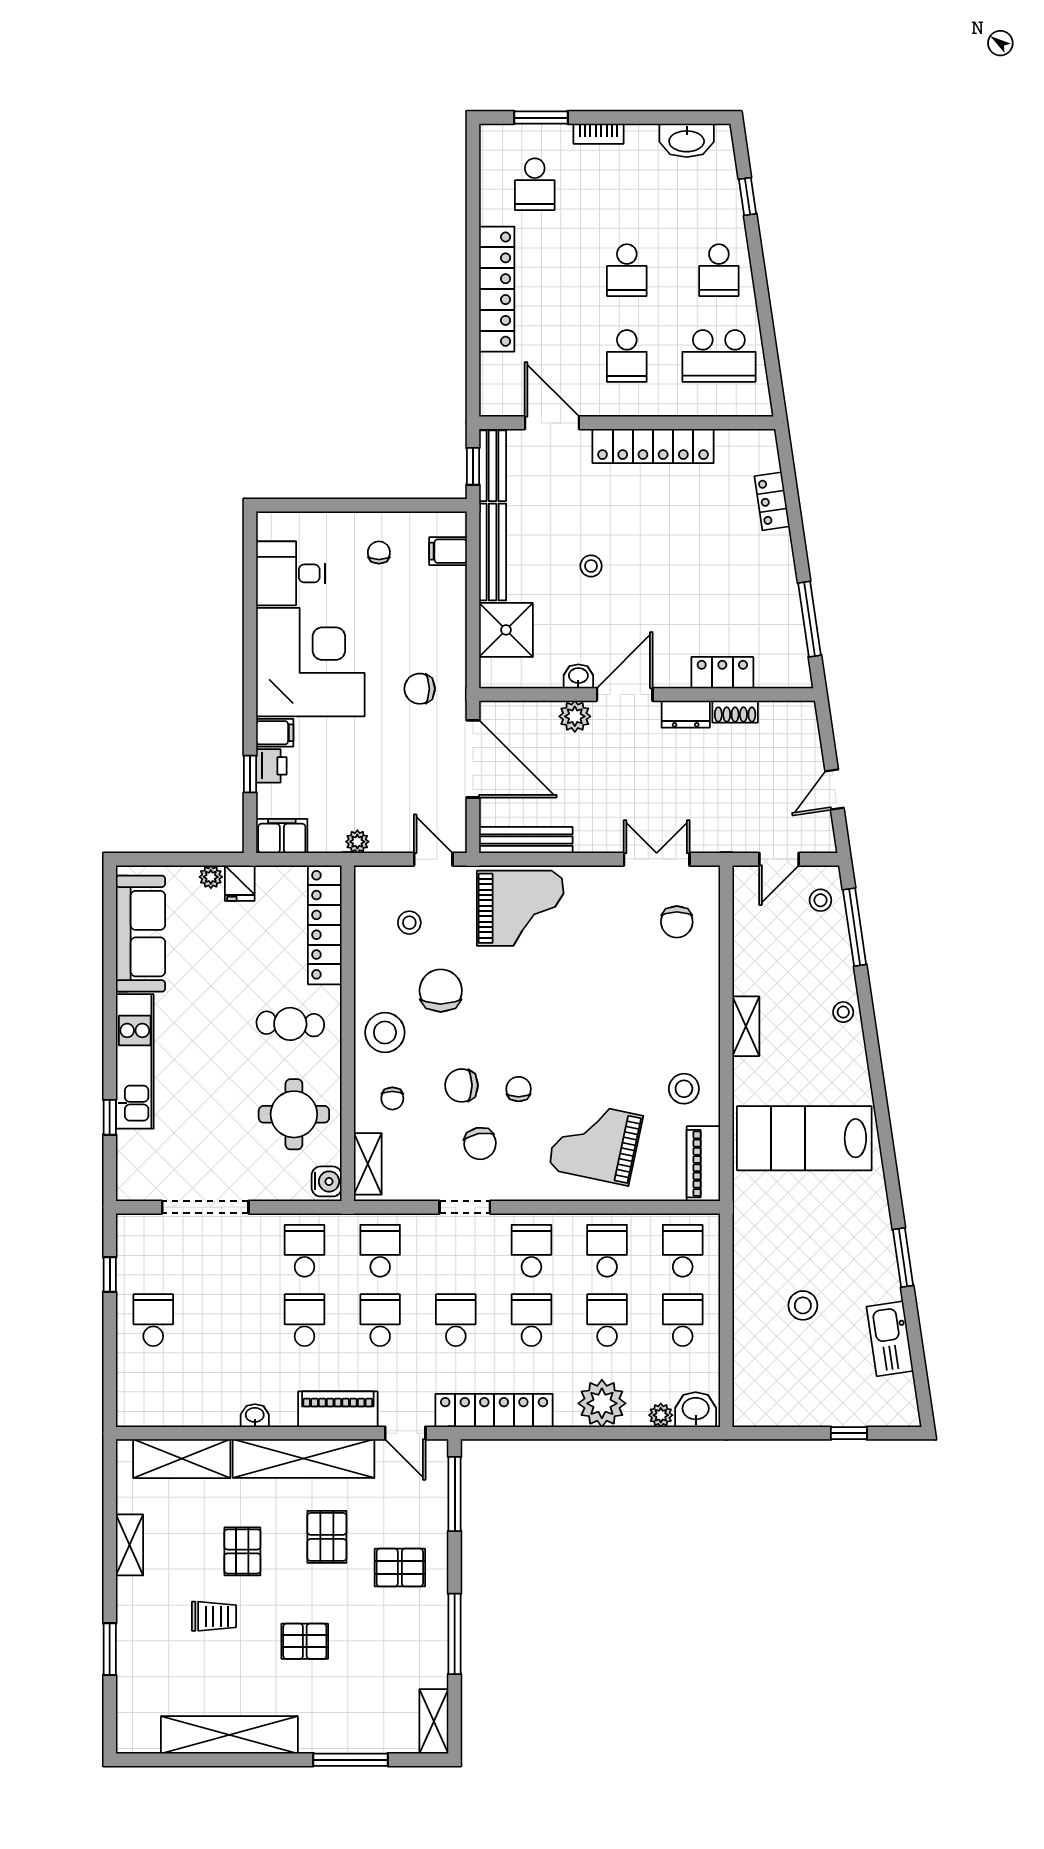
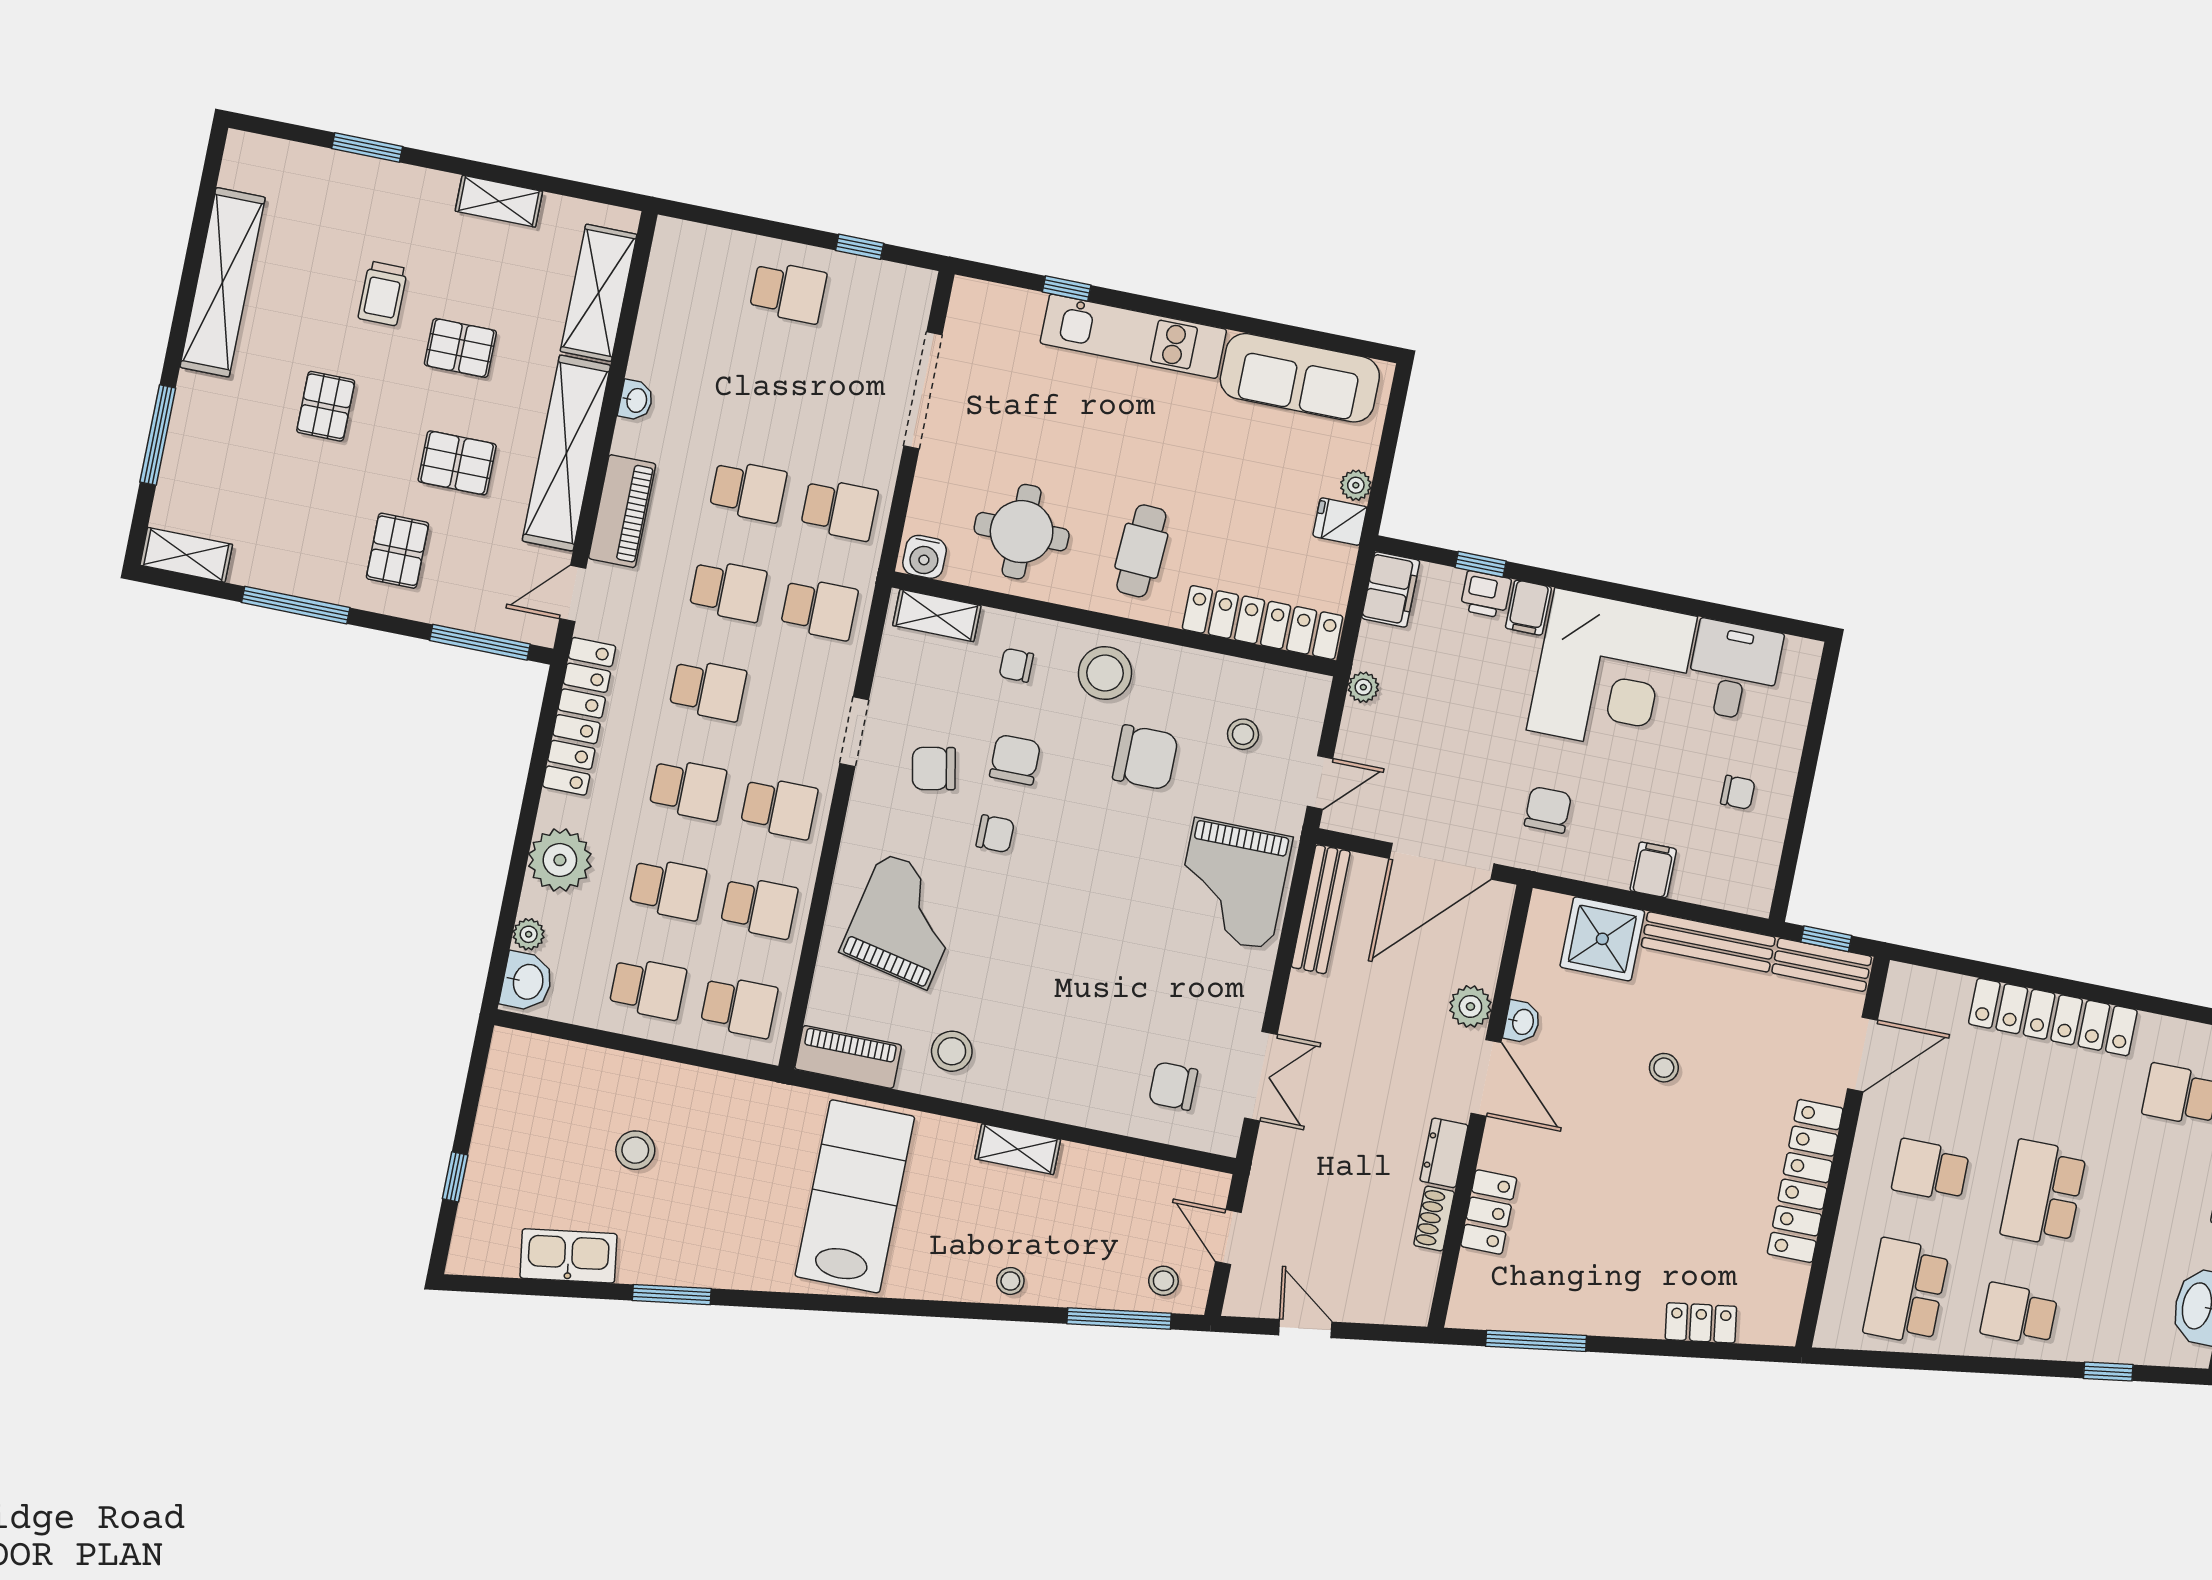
school desk: (627, 270) -> (2043, 1193), width x1.85
filing cabinet: (448, 551) -> (1653, 870), moved

